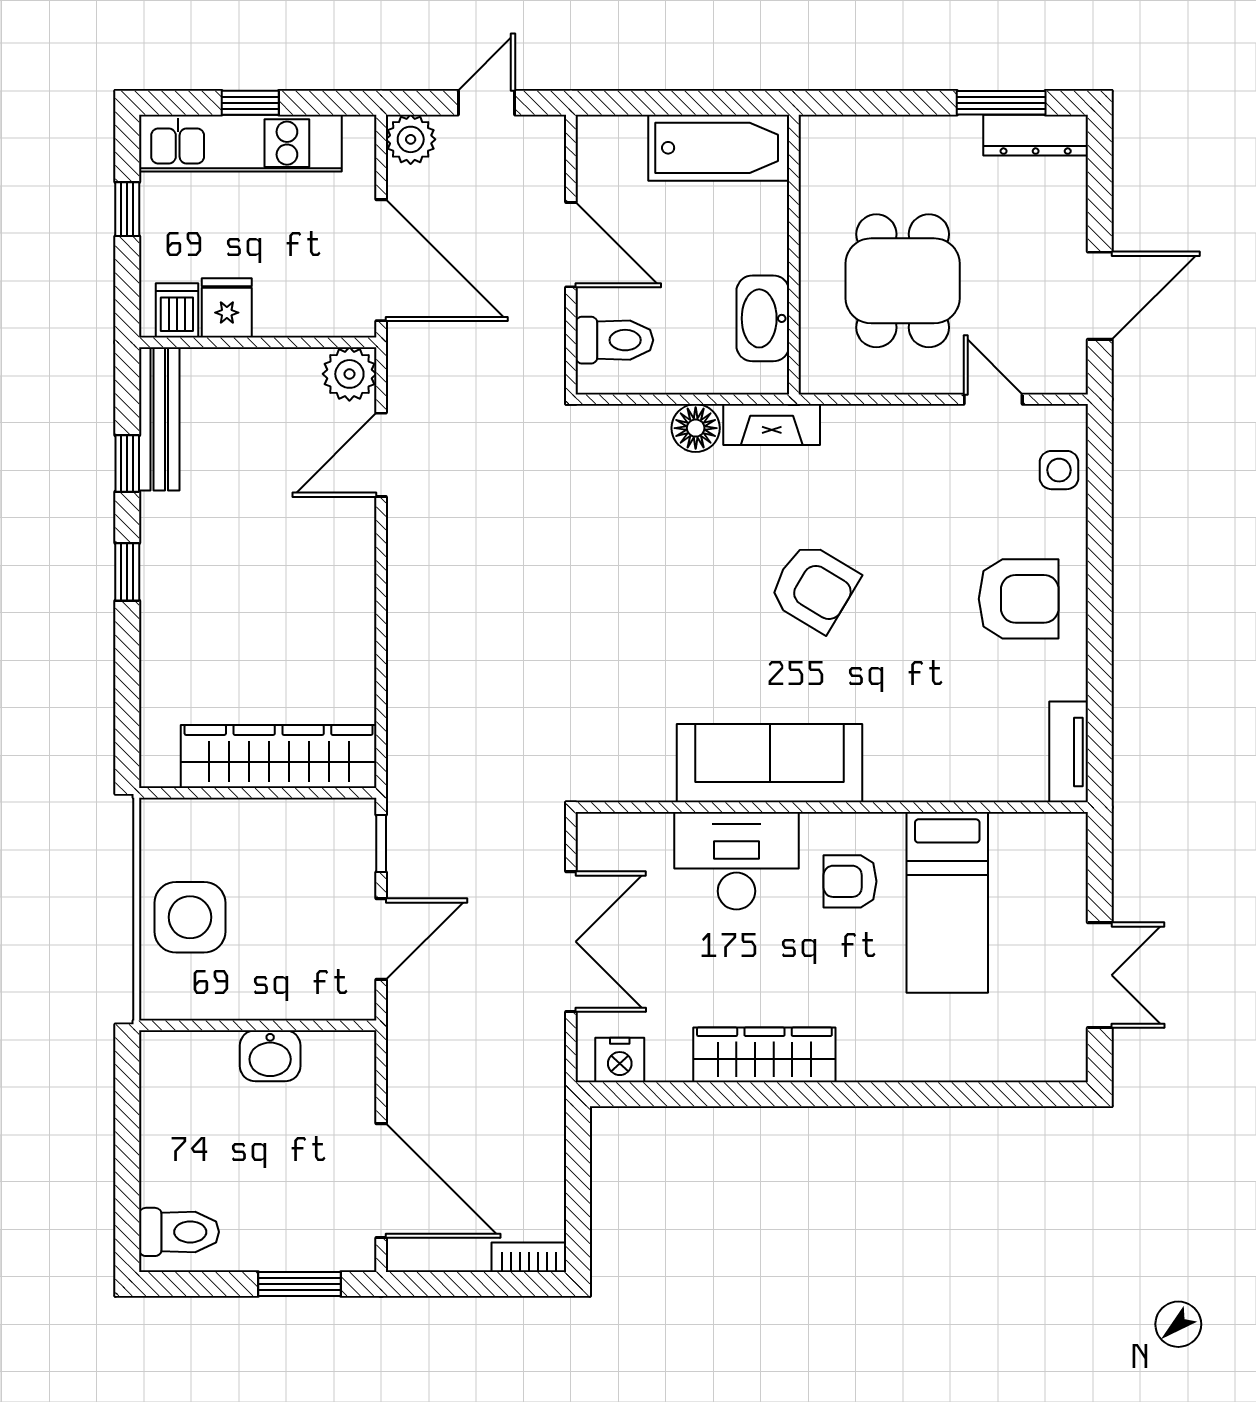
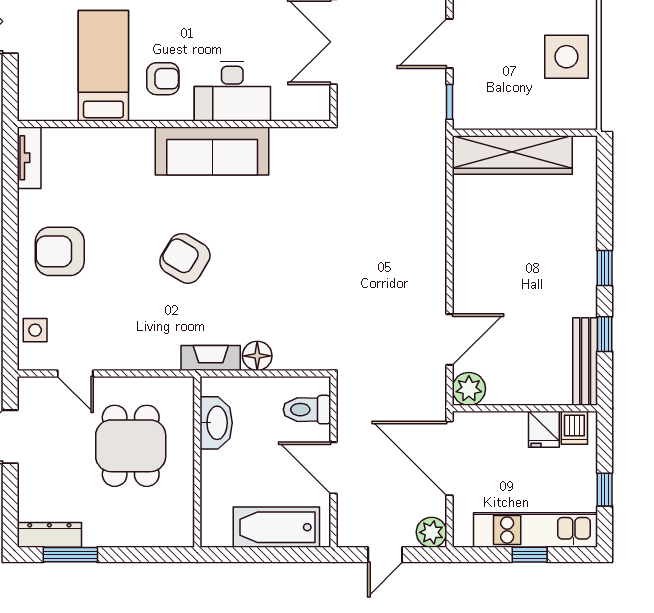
bathtub: (719, 148) -> (276, 527), moved

